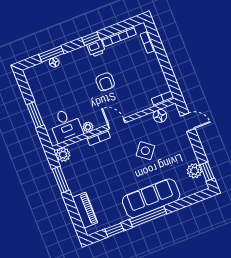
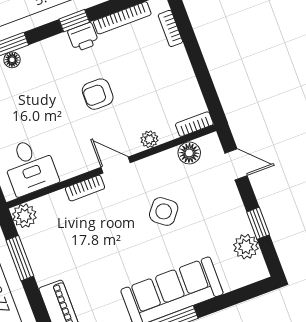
armchair: (105, 82) -> (98, 94), turned 90
plant: (88, 127) -> (149, 139), moved
window: (207, 171) -> (258, 223), moved

